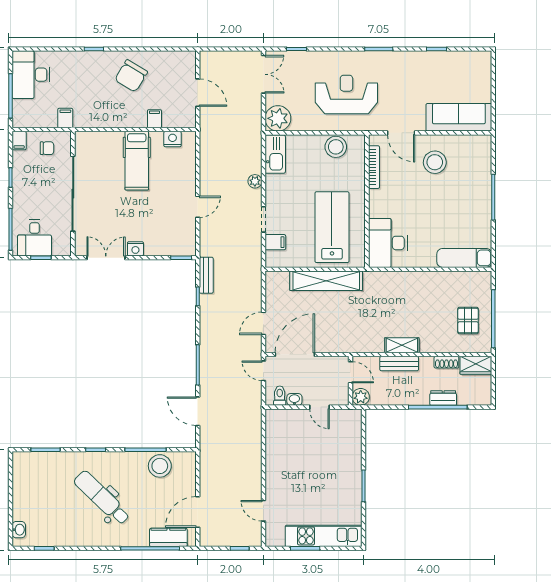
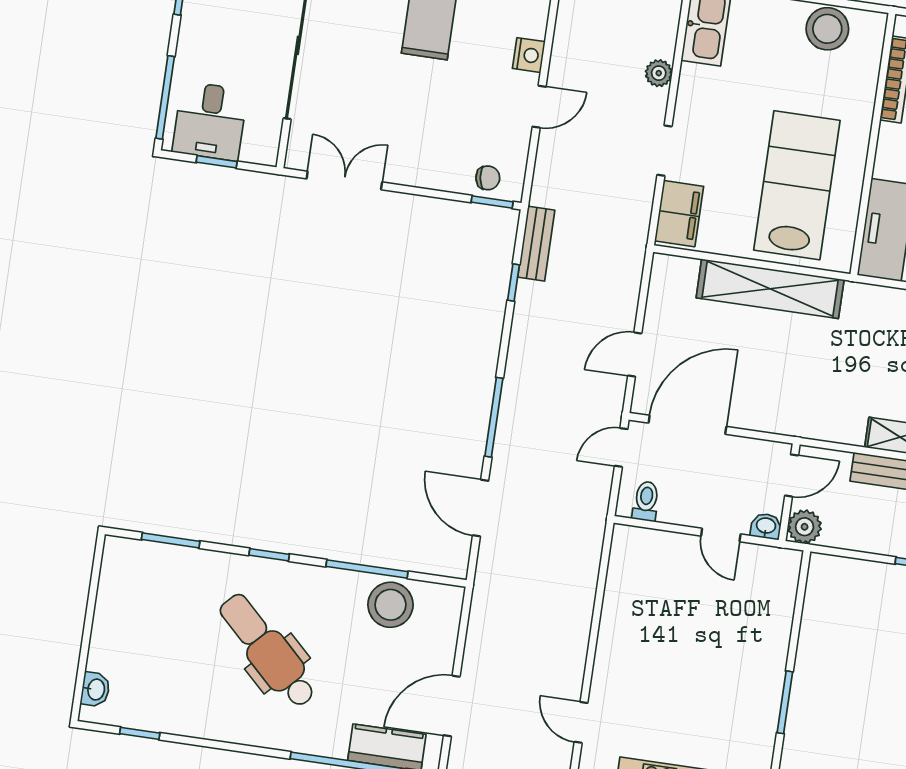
filing cabinet: (275, 242) -> (679, 214), width x2.00
chair: (177, 246) -> (488, 178), added
nightstand: (135, 249) -> (529, 55), moved, turned -90
door: (263, 371) -> (621, 447), hinge flipped
door: (350, 372) -> (792, 476), hinge flipped
washbasin: (294, 399) -> (766, 526), moved

